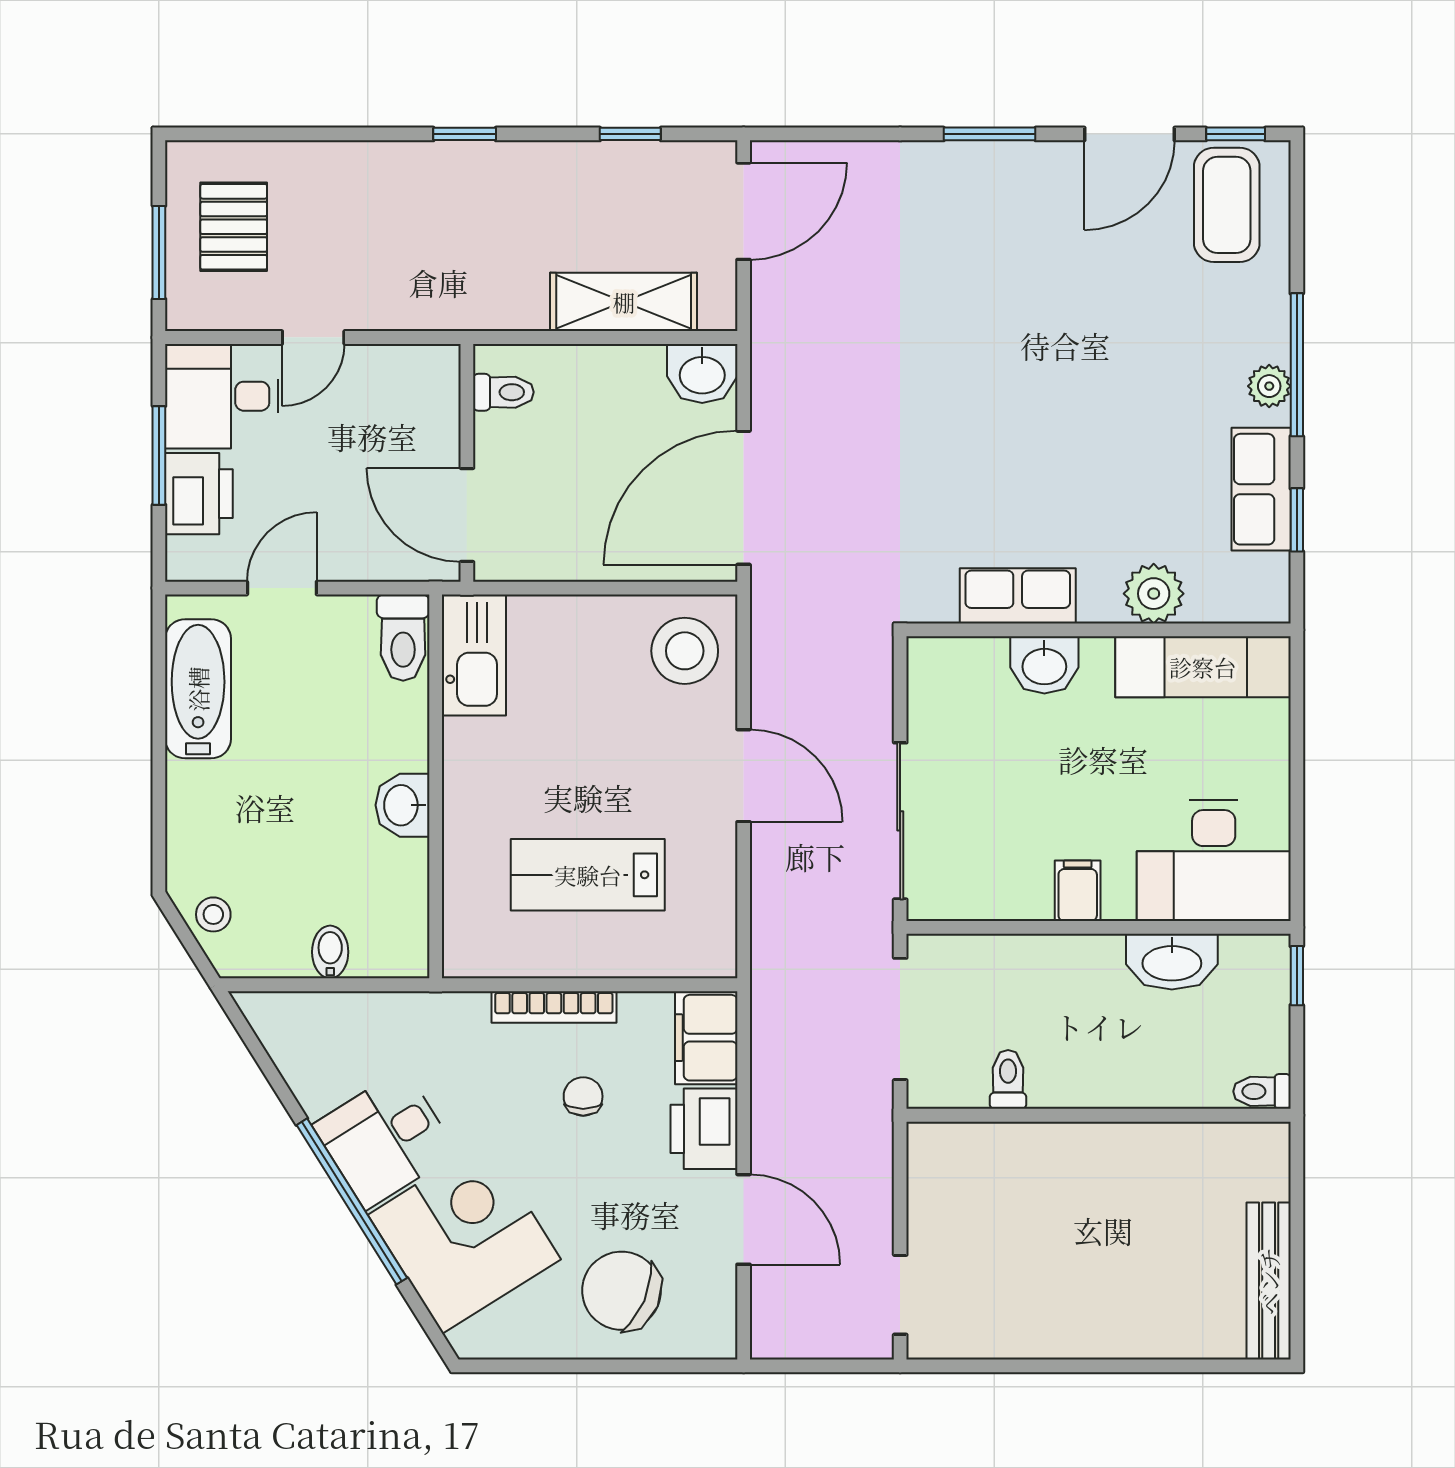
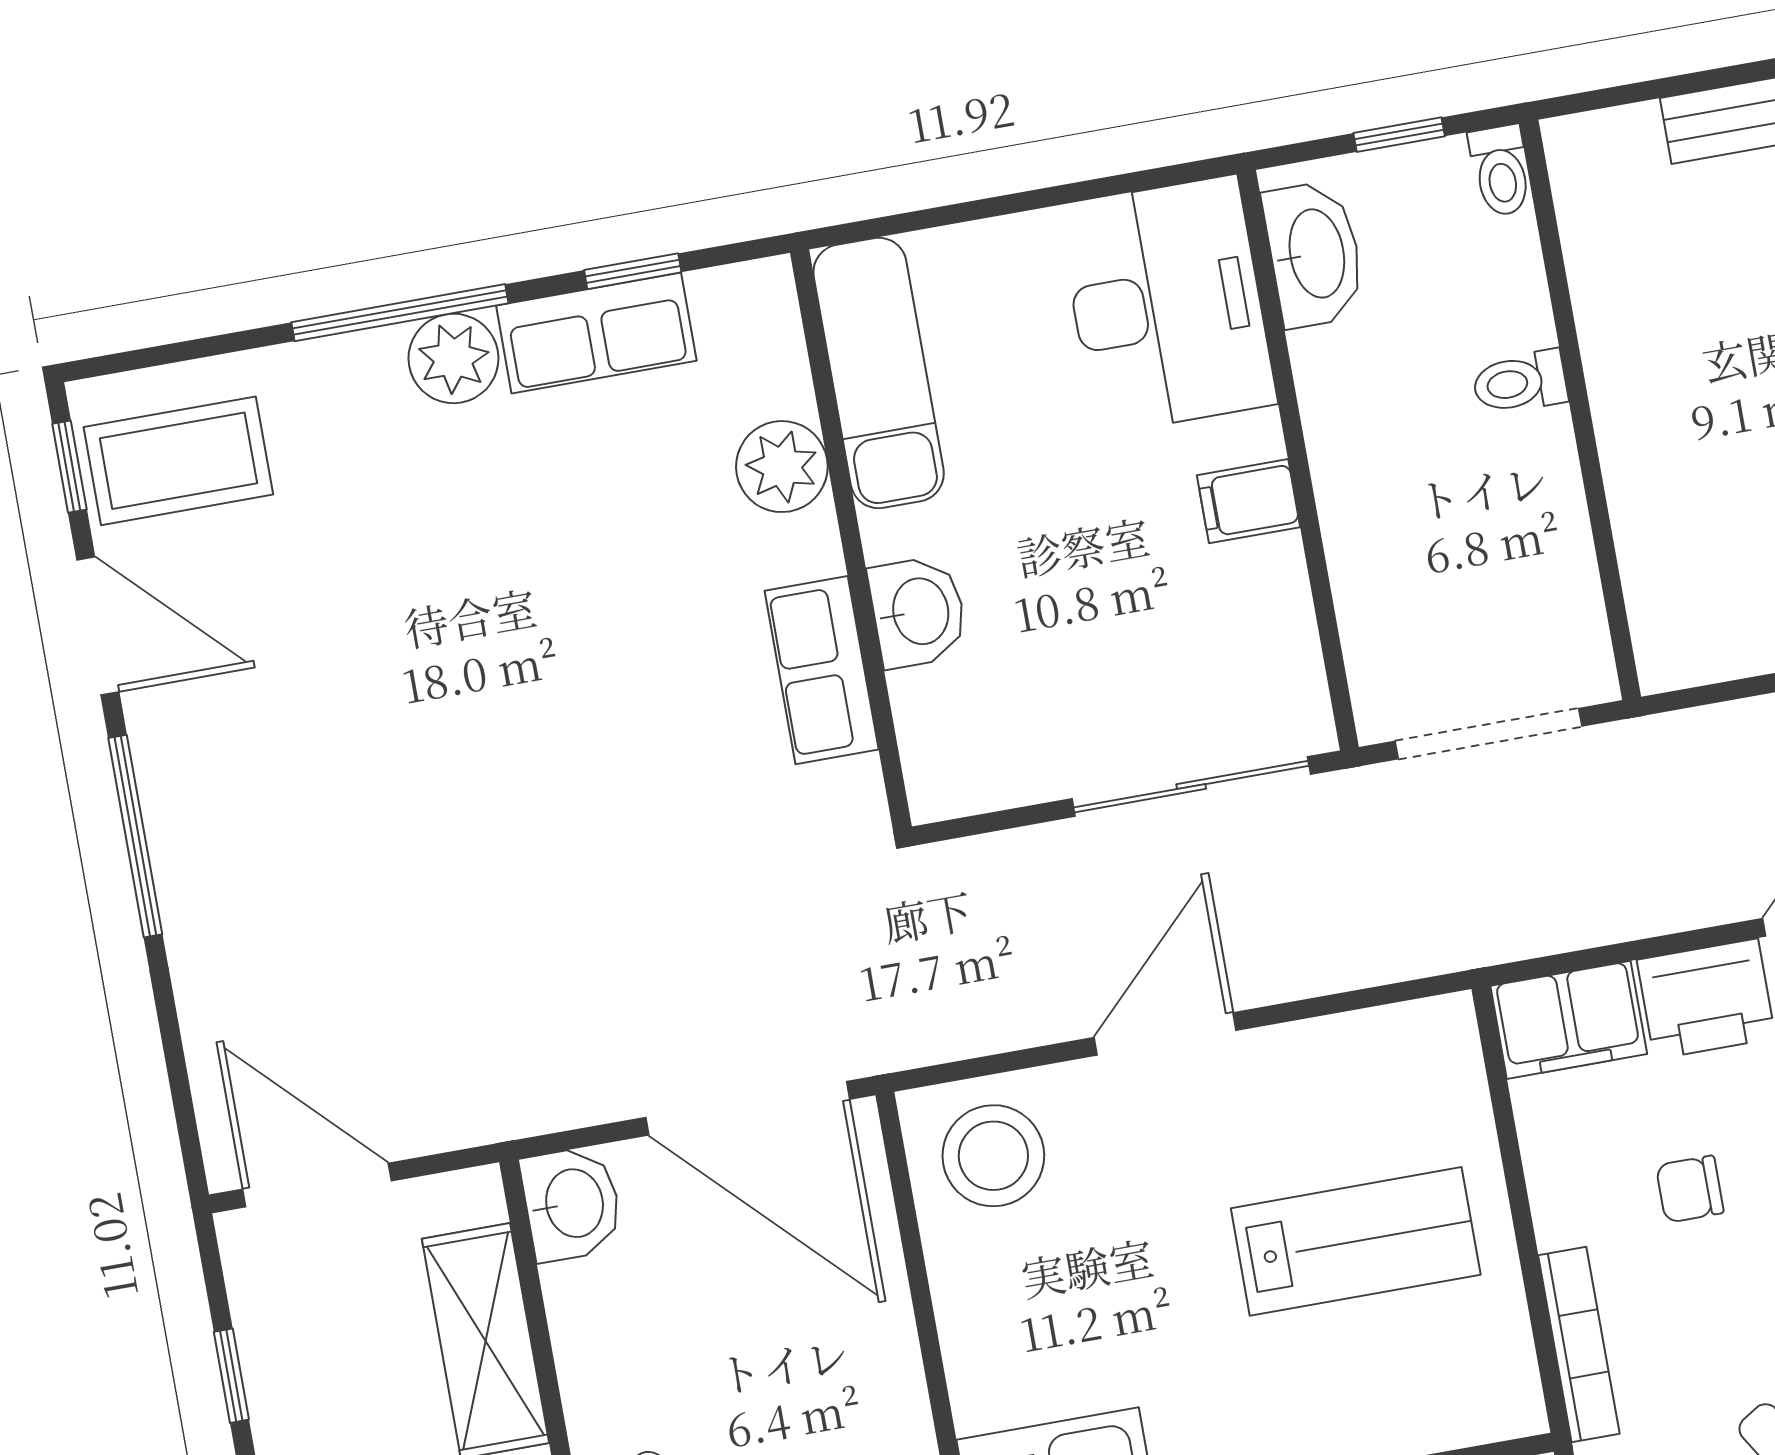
window: (990, 134) -> (135, 836), width x1.44
plant: (1269, 386) -> (453, 358), width x1.38, depth x1.38
lab bench: (588, 875) -> (1356, 1241), turned -90
washbasin: (1172, 962) -> (1314, 254), moved
window: (1297, 976) -> (1399, 135), moved
bookcase: (554, 1007) -> (1579, 1345), moved
toilet: (1008, 1079) -> (1520, 382), moved

